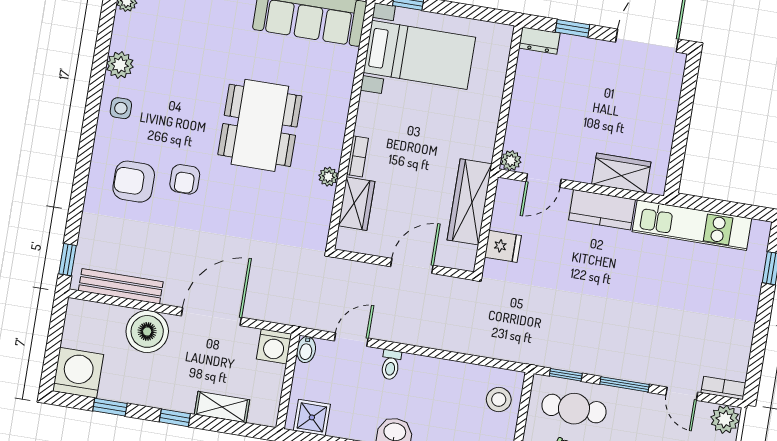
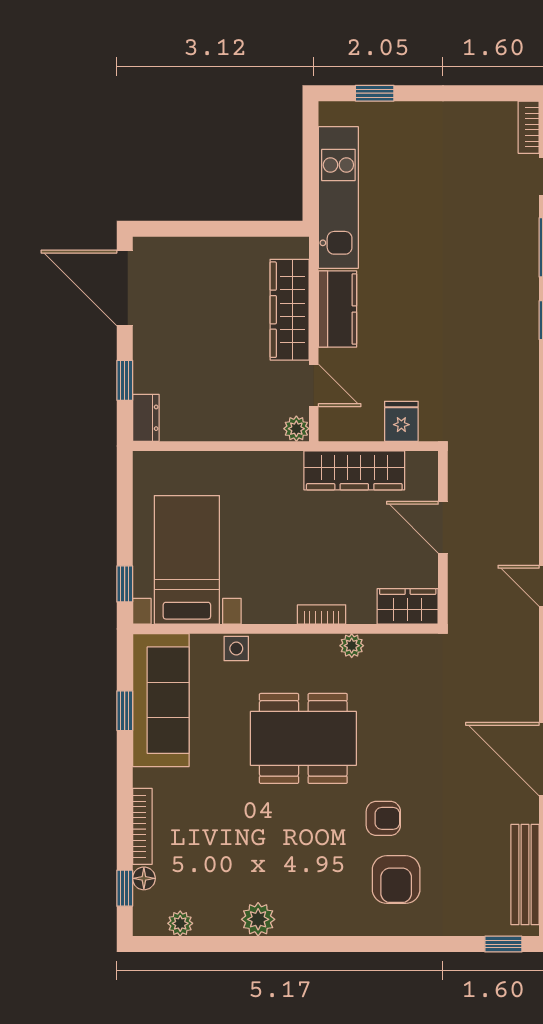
side table: (121, 108) -> (236, 649), moved
wardrobe: (621, 173) -> (290, 310), width x1.50
wardrobe: (356, 204) -> (408, 606), moved

